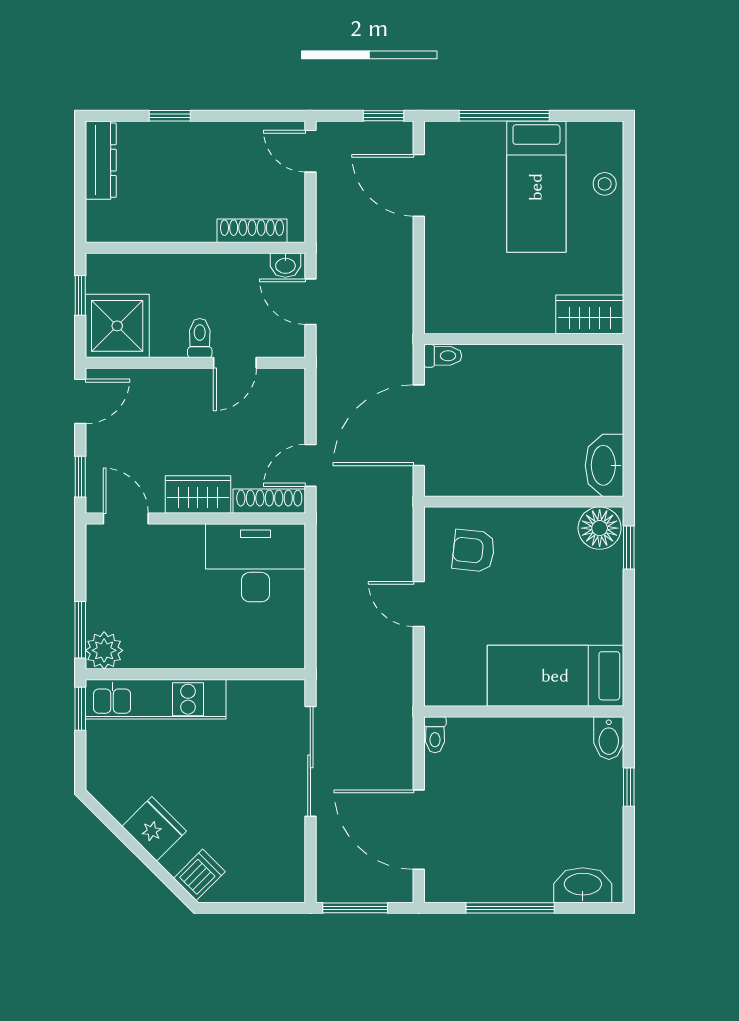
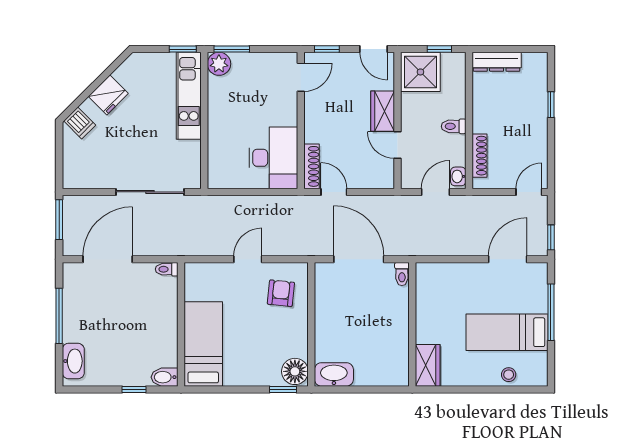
dresser: (101, 160) -> (497, 62), moved
toilet: (200, 338) -> (454, 126), moved, turned 180
wardrobe: (198, 495) -> (383, 111), moved, turned 180

